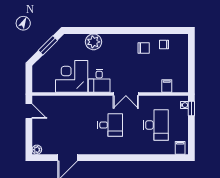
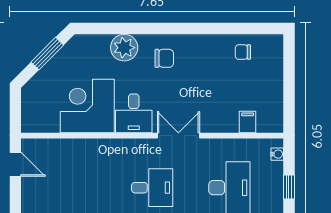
chair: (144, 48) -> (164, 58), moved
double door: (126, 94) -> (178, 136), swing flipped
window: (191, 109) -> (289, 187), moved

